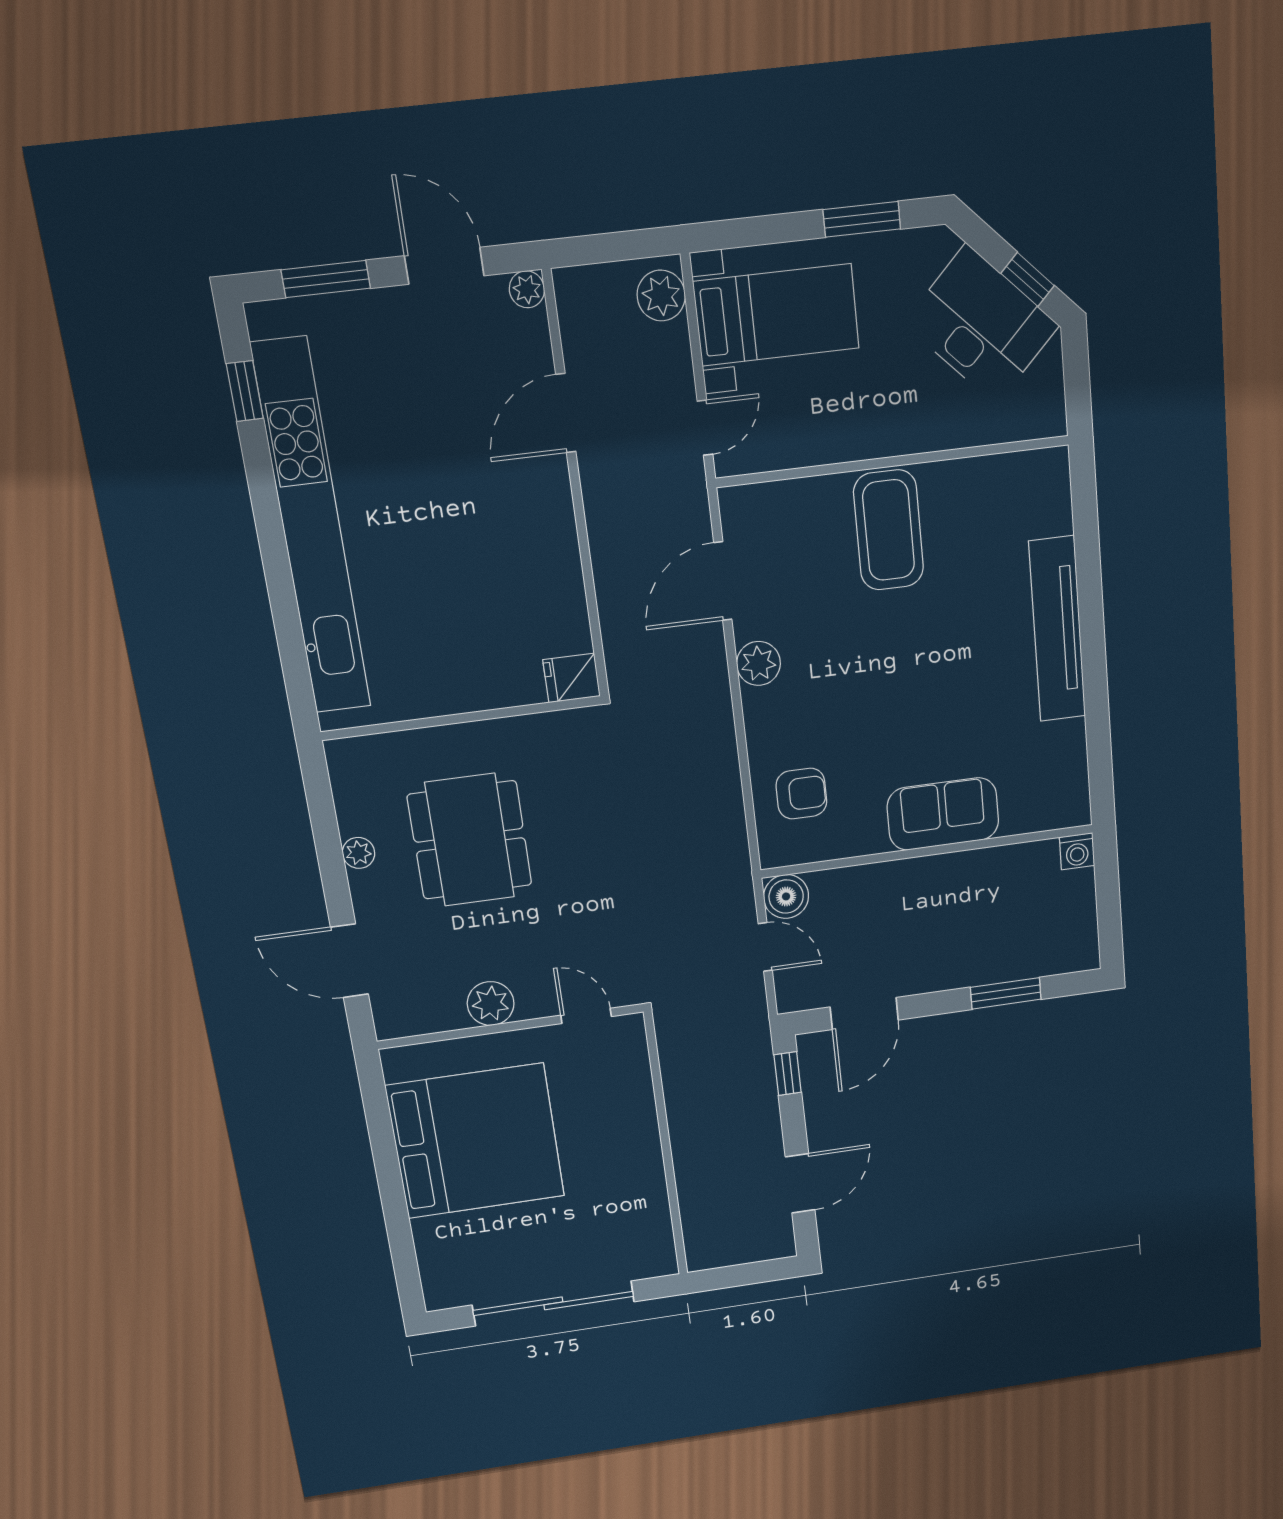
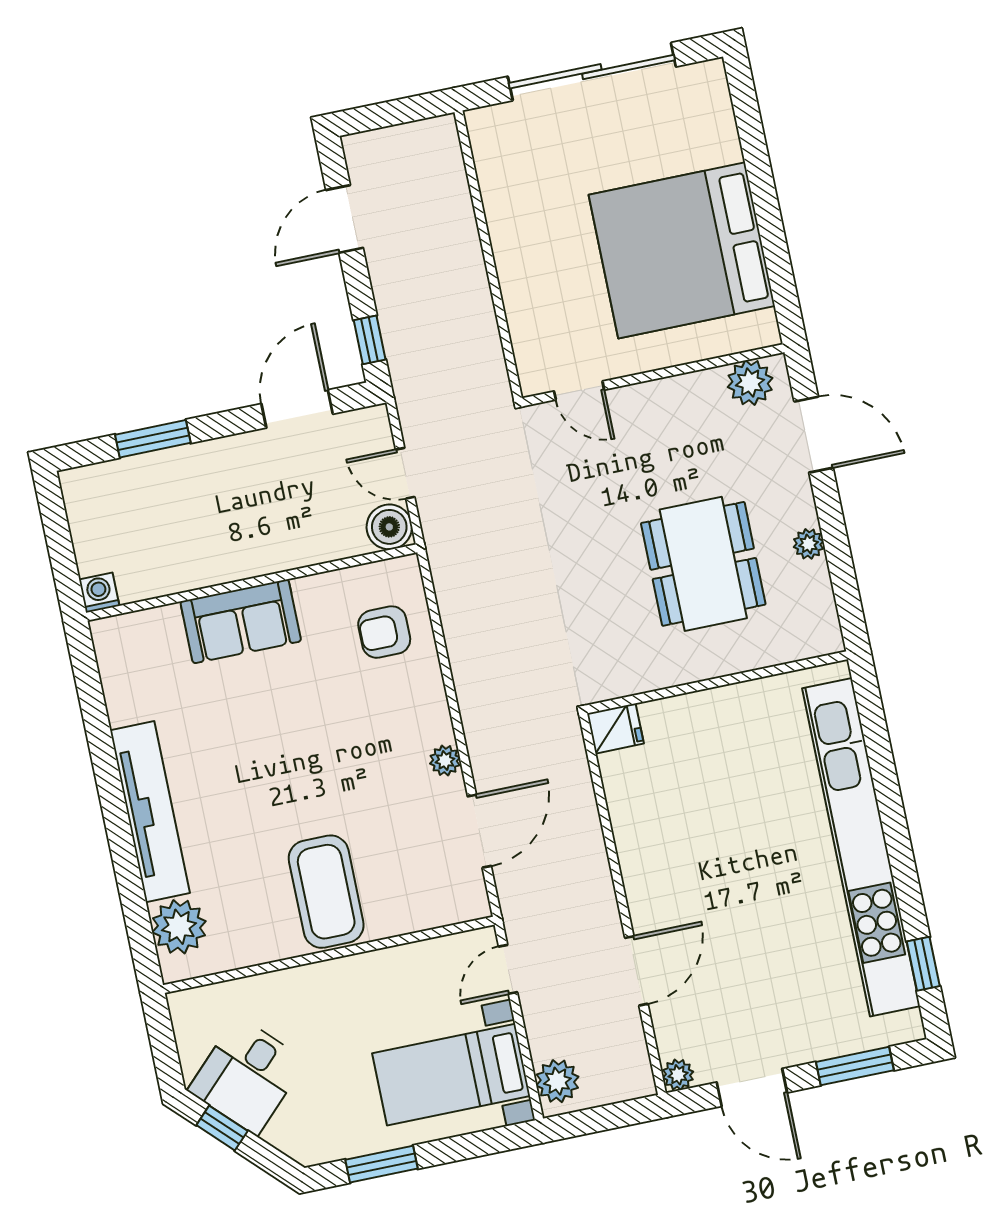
desk: (981, 325) -> (247, 1076), width x0.73
plant: (1044, 506) -> (179, 927), added
plant: (759, 663) -> (445, 761), width x0.73, depth x0.73
plant: (491, 1004) -> (750, 383), moved

